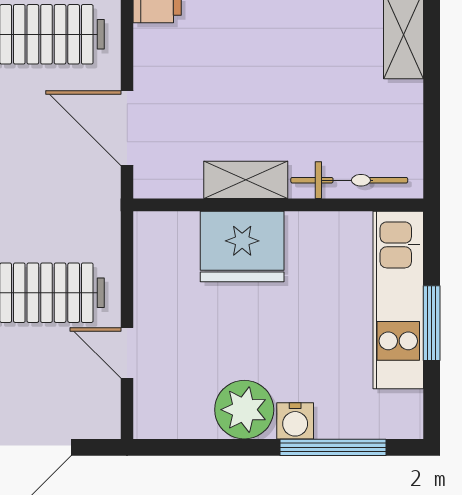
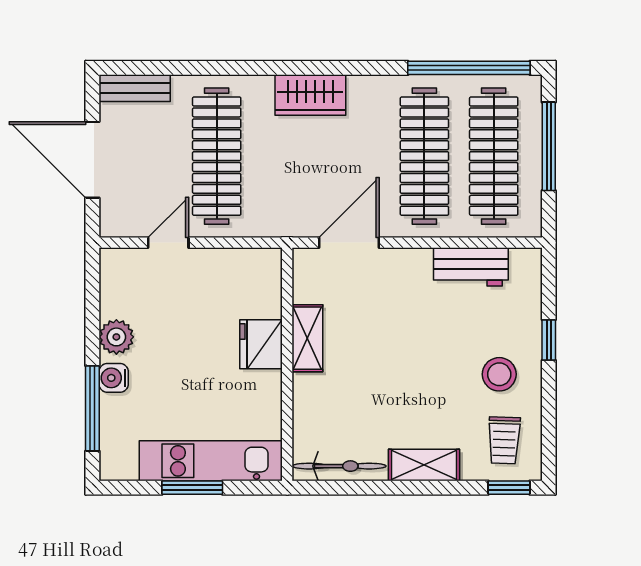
bicycle: (349, 180) -> (339, 466), moved, turned -90
fridge: (242, 246) -> (261, 344), width x0.73, depth x0.75
plant: (244, 410) -> (116, 337), width x0.73, depth x0.73

